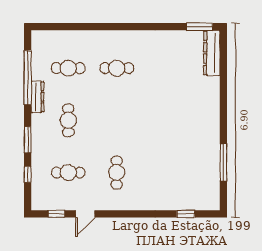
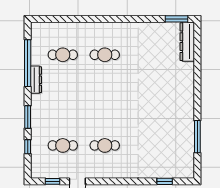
cafe table: (68, 120) -> (63, 100), removed
cafe table: (117, 173) -> (105, 145), turned 90

